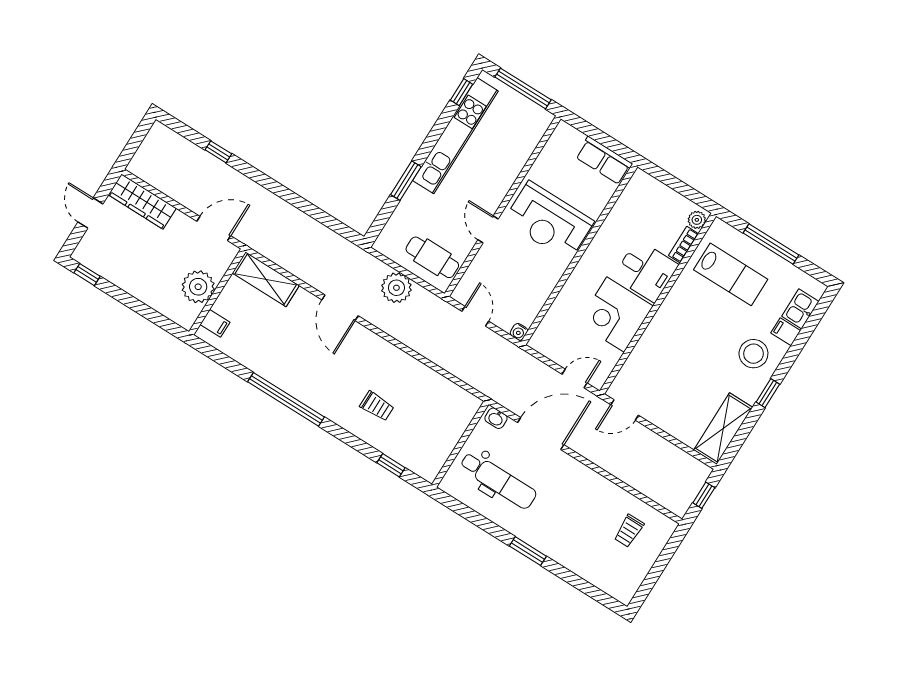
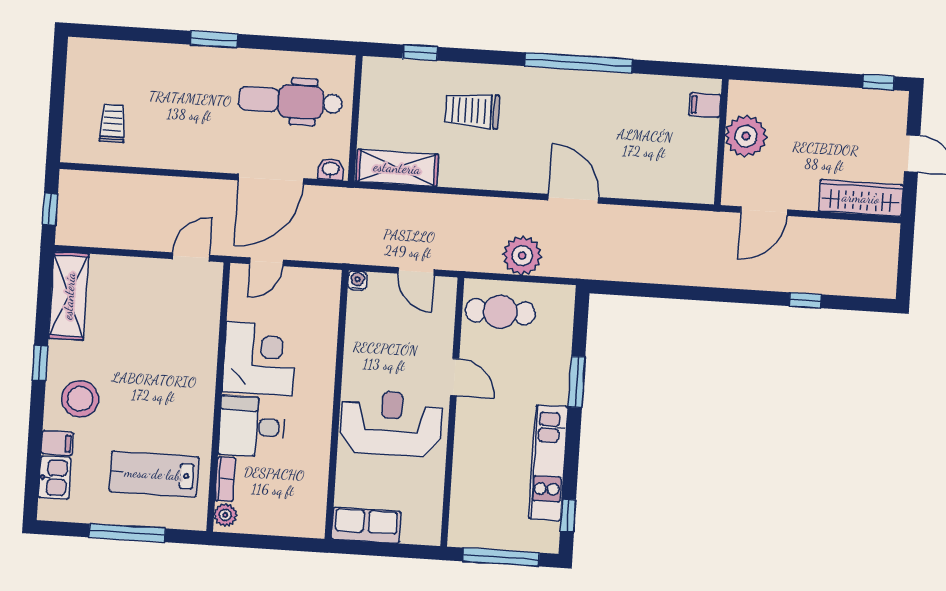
kitchen unit: (455, 136) -> (548, 463), width x0.73
shelving: (266, 279) -> (397, 168), moved
trolley: (377, 406) -> (472, 110), width x1.36, depth x1.39

